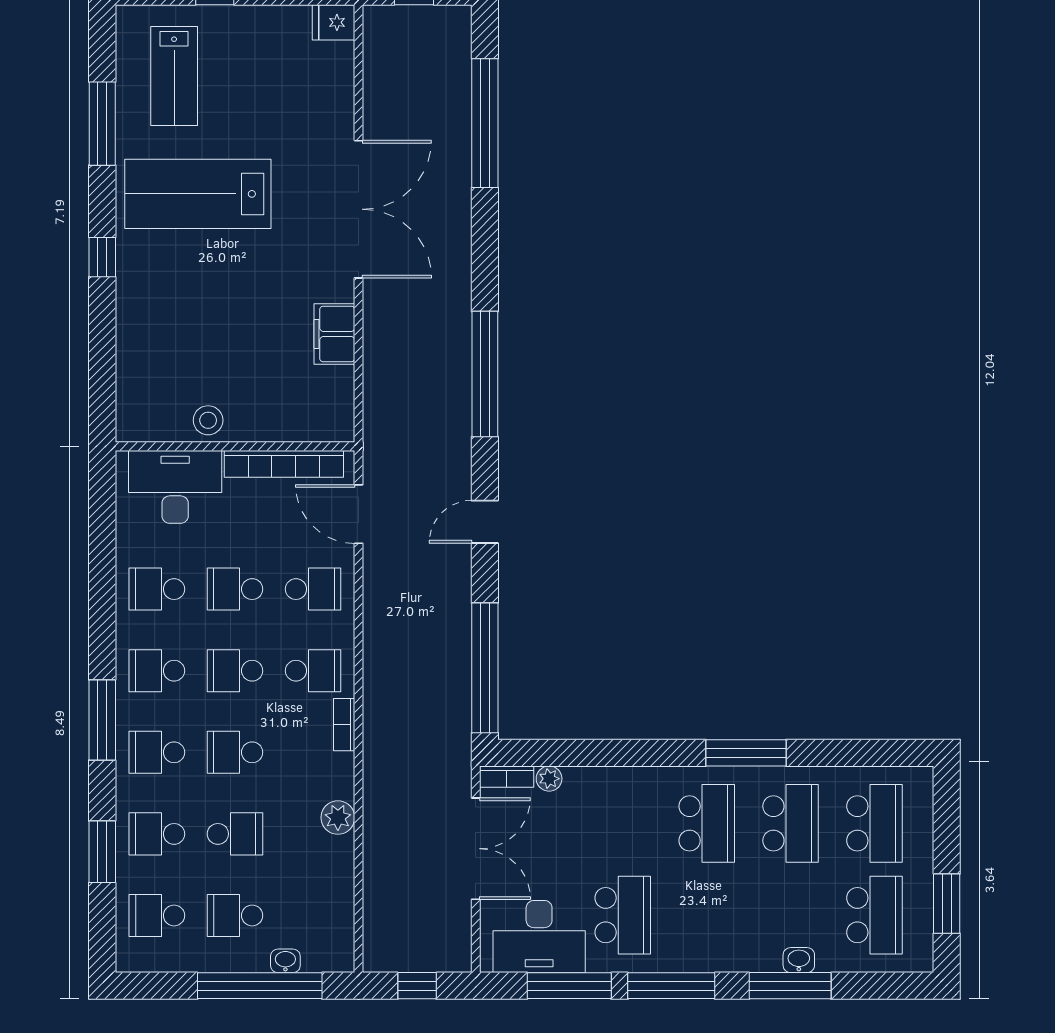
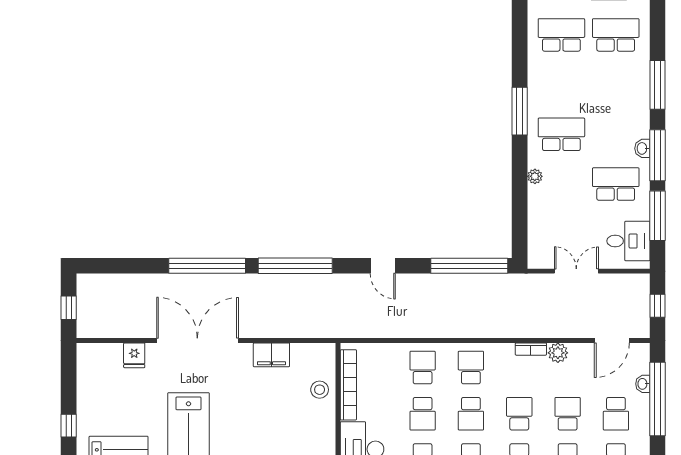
fridge: (334, 22) -> (134, 355), moved
window: (485, 123) -> (207, 266), moved
stool: (208, 420) -> (320, 390), moved
door: (359, 514) -> (612, 341), moved
bookcase: (344, 725) -> (531, 349), moved
school desk: (235, 752) -> (519, 414), turned 180
bookcase: (507, 777) -> (534, 253), removed
plant: (549, 779) -> (535, 176), moved
school desk: (791, 823) -> (561, 85), removed
double door: (476, 849) -> (576, 271), width x0.73
desk: (539, 936) -> (628, 241), width x0.73
washbasin: (799, 960) -> (642, 148), moved

